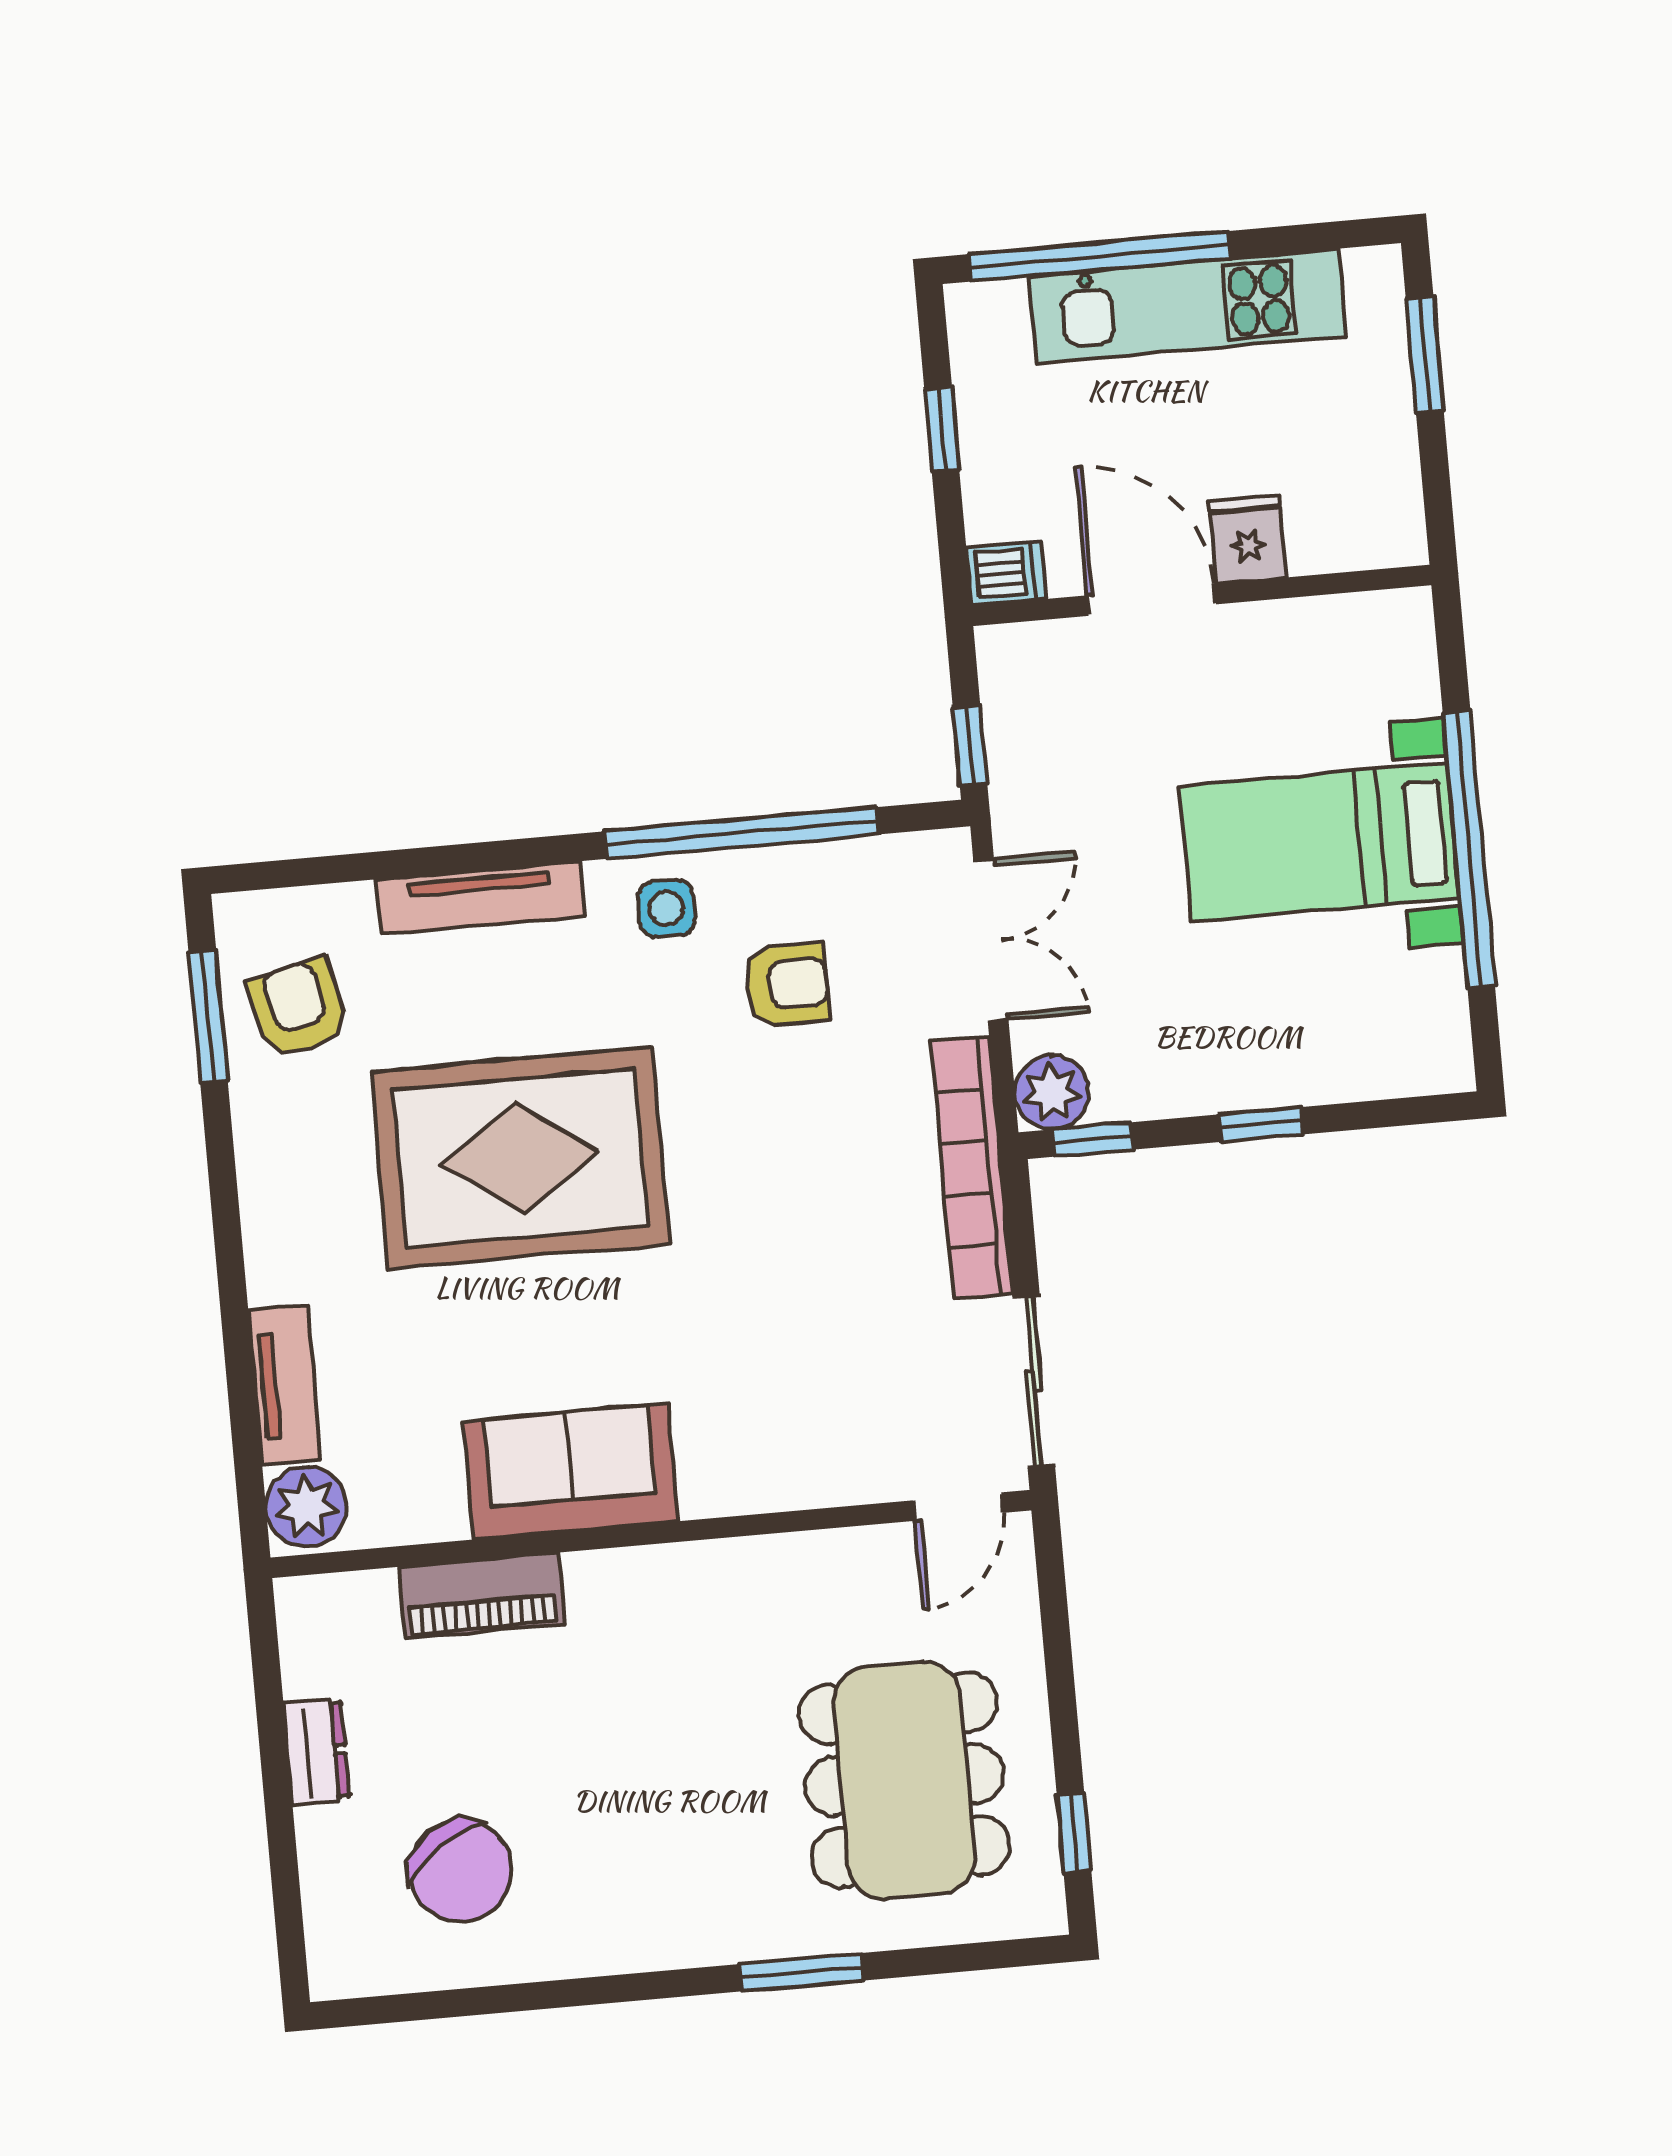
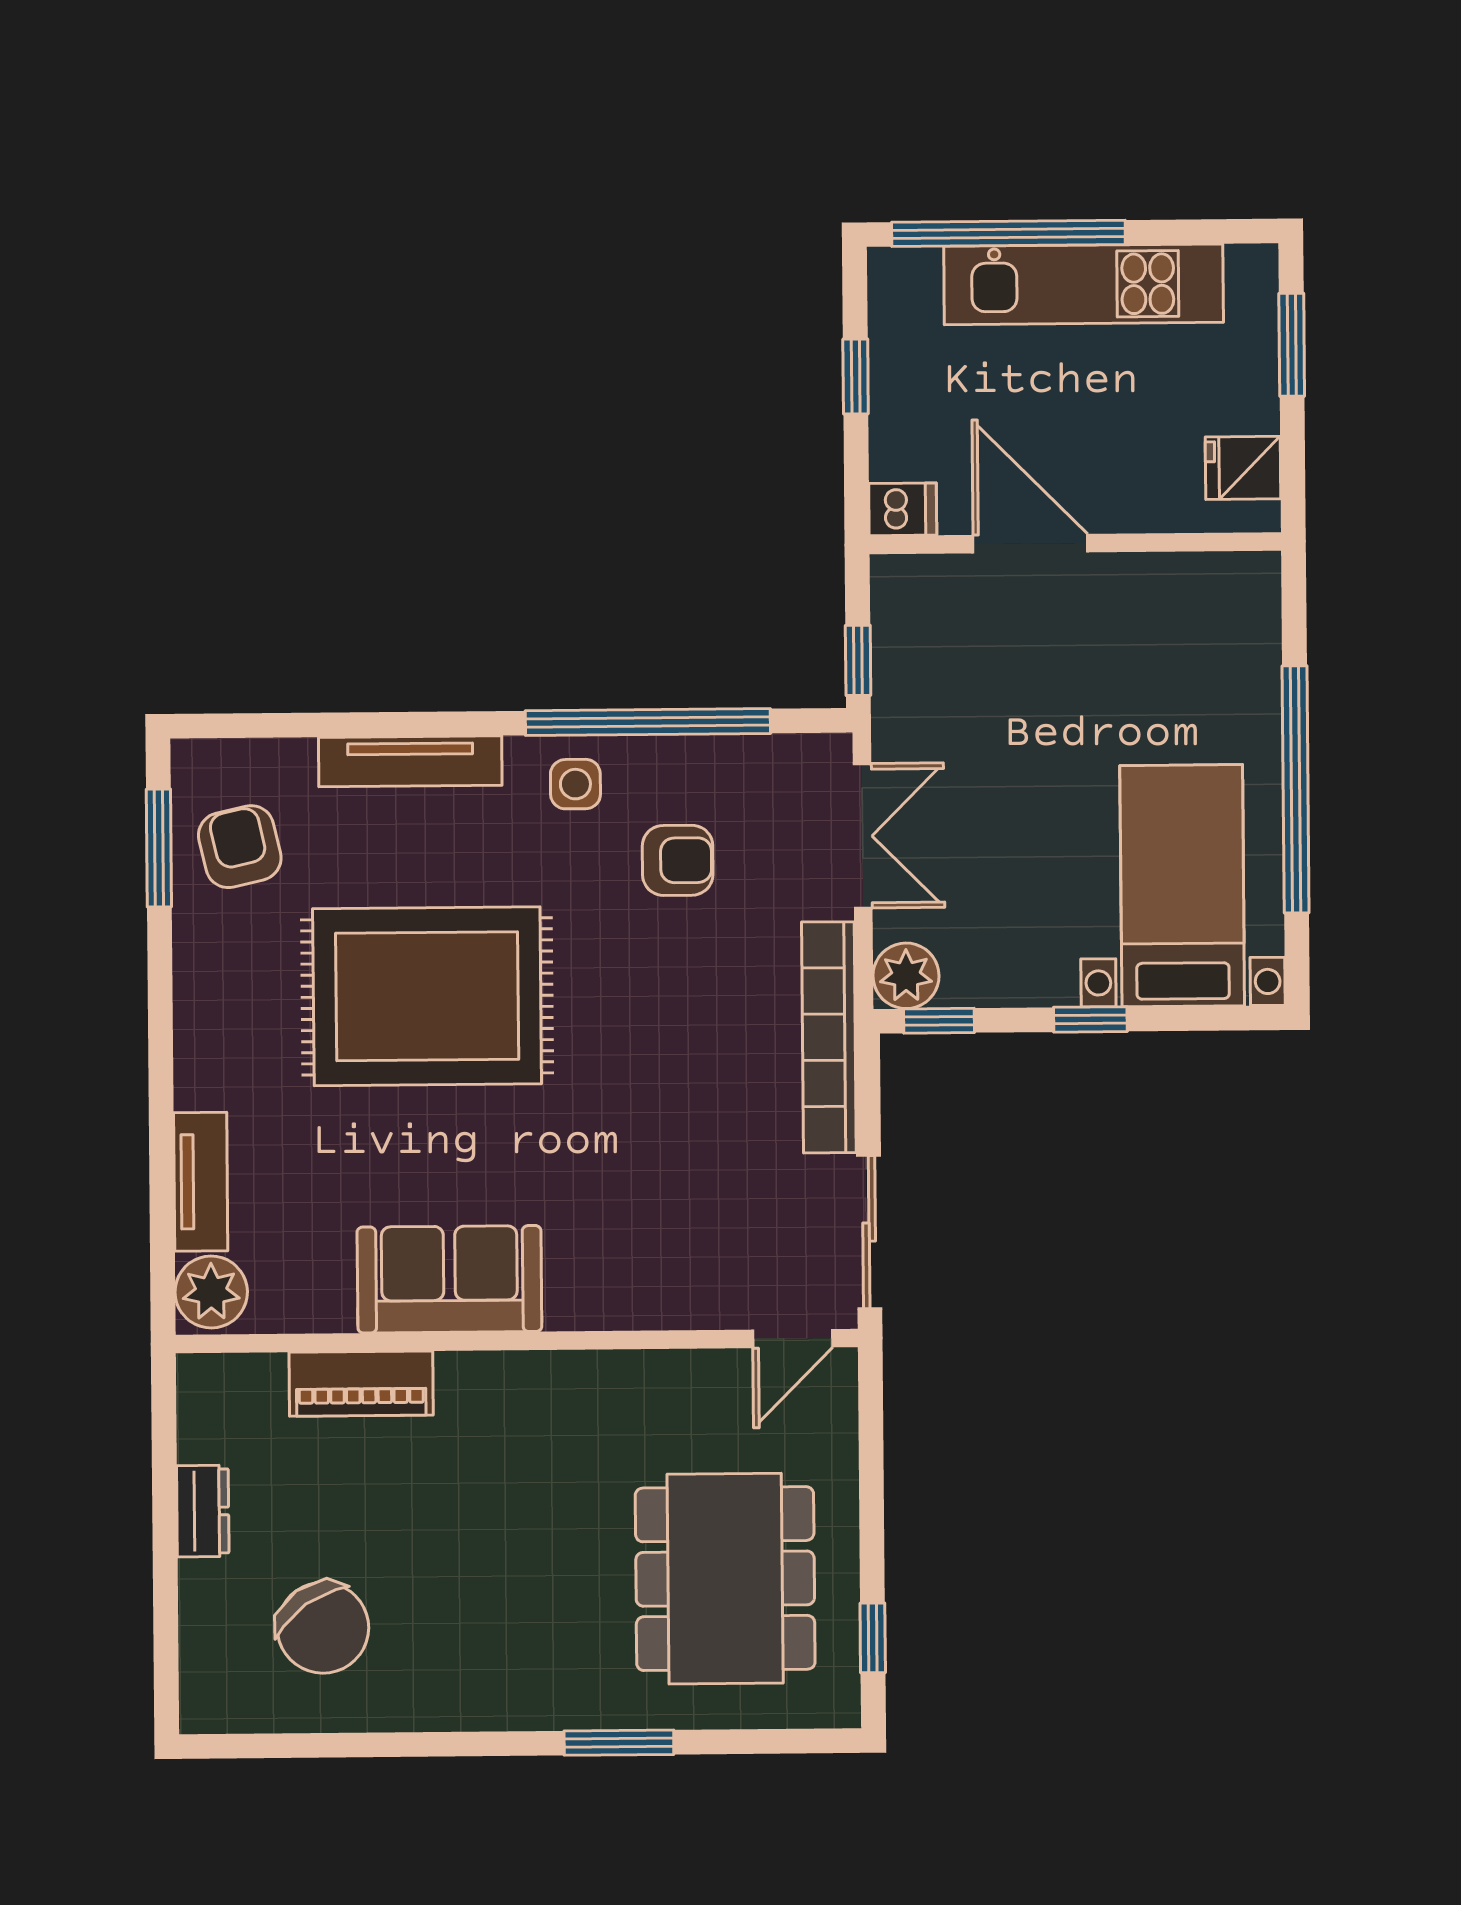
fridge: (1248, 539) -> (1243, 468), moved, turned -90
bed with nightstands: (1319, 842) -> (1182, 886), moved, turned 90

